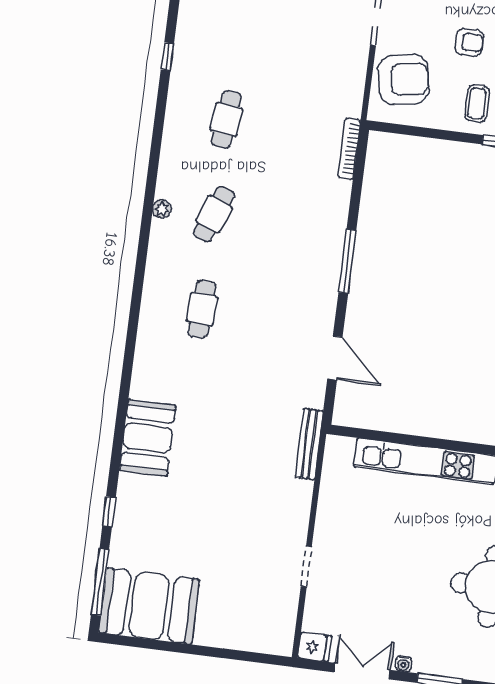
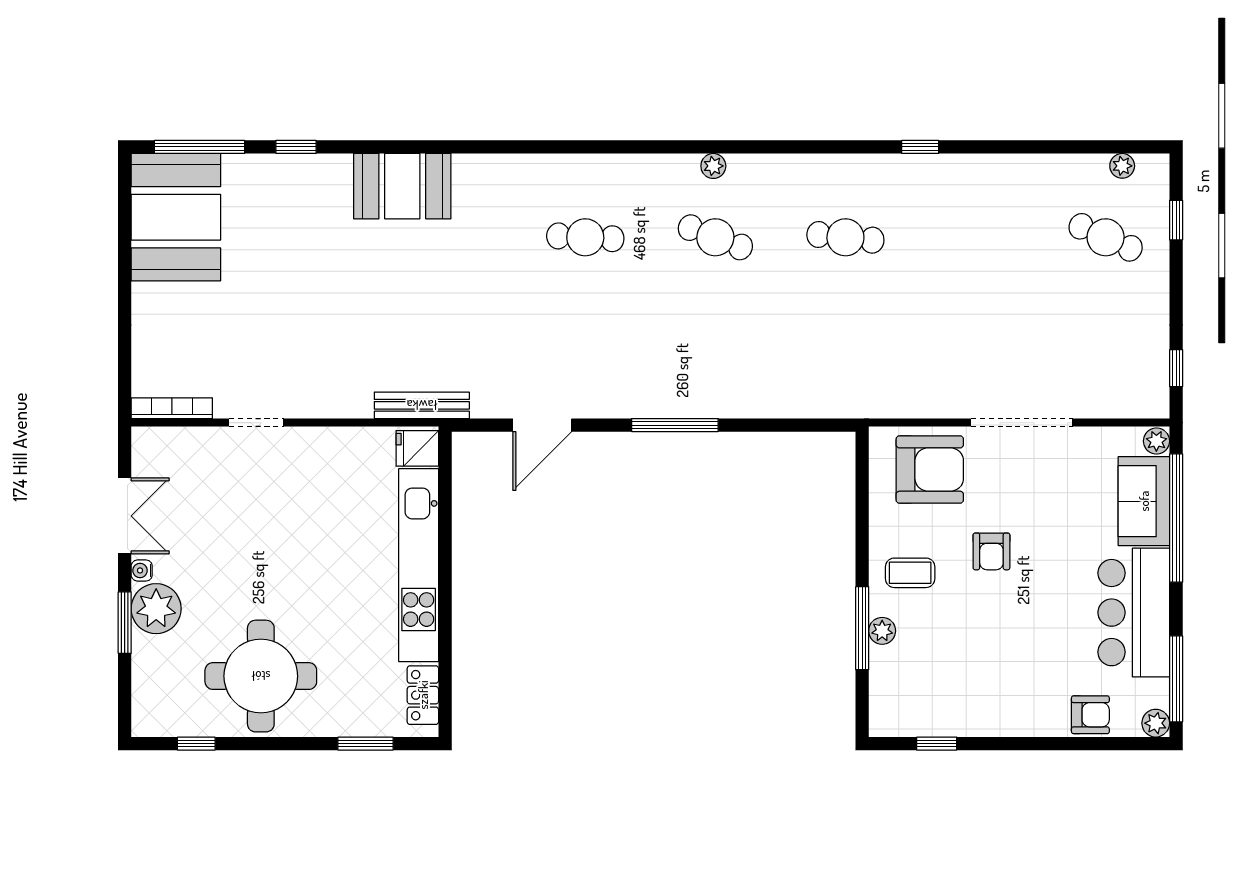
armchair: (404, 80) -> (930, 470), turned -80
bookcase: (349, 149) -> (172, 408), moved
fridge: (315, 647) -> (417, 448), moved, turned 90
plant: (433, 657) -> (156, 609), added

